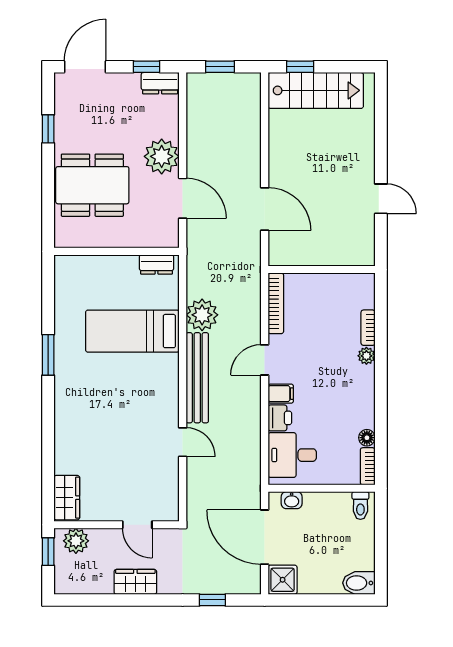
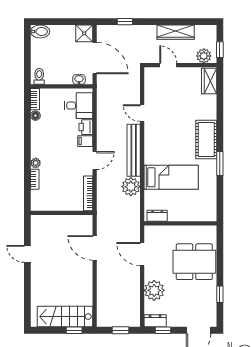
plant: (162, 156) -> (154, 290), moved
cot: (72, 396) -> (206, 140), added
wardrobe: (135, 582) -> (176, 32), width x1.50

